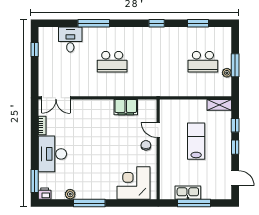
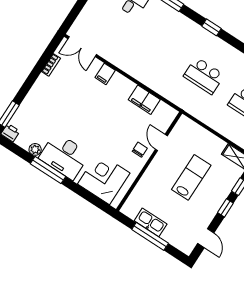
window: (157, 23) -> (211, 27), moved
school desk: (112, 62) -> (204, 76), moved
filing cabinet: (85, 107) -> (105, 74), added
desk: (52, 154) -> (64, 156), moved, turned -90

